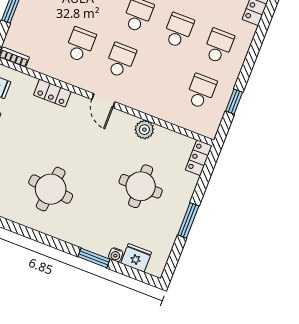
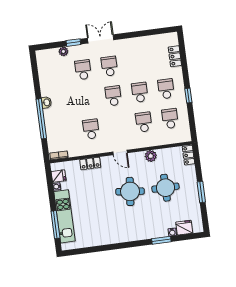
school desk: (120, 60) -> (144, 122), moved
window: (234, 102) -> (188, 96), moved
round table: (51, 189) -> (130, 191), moved

